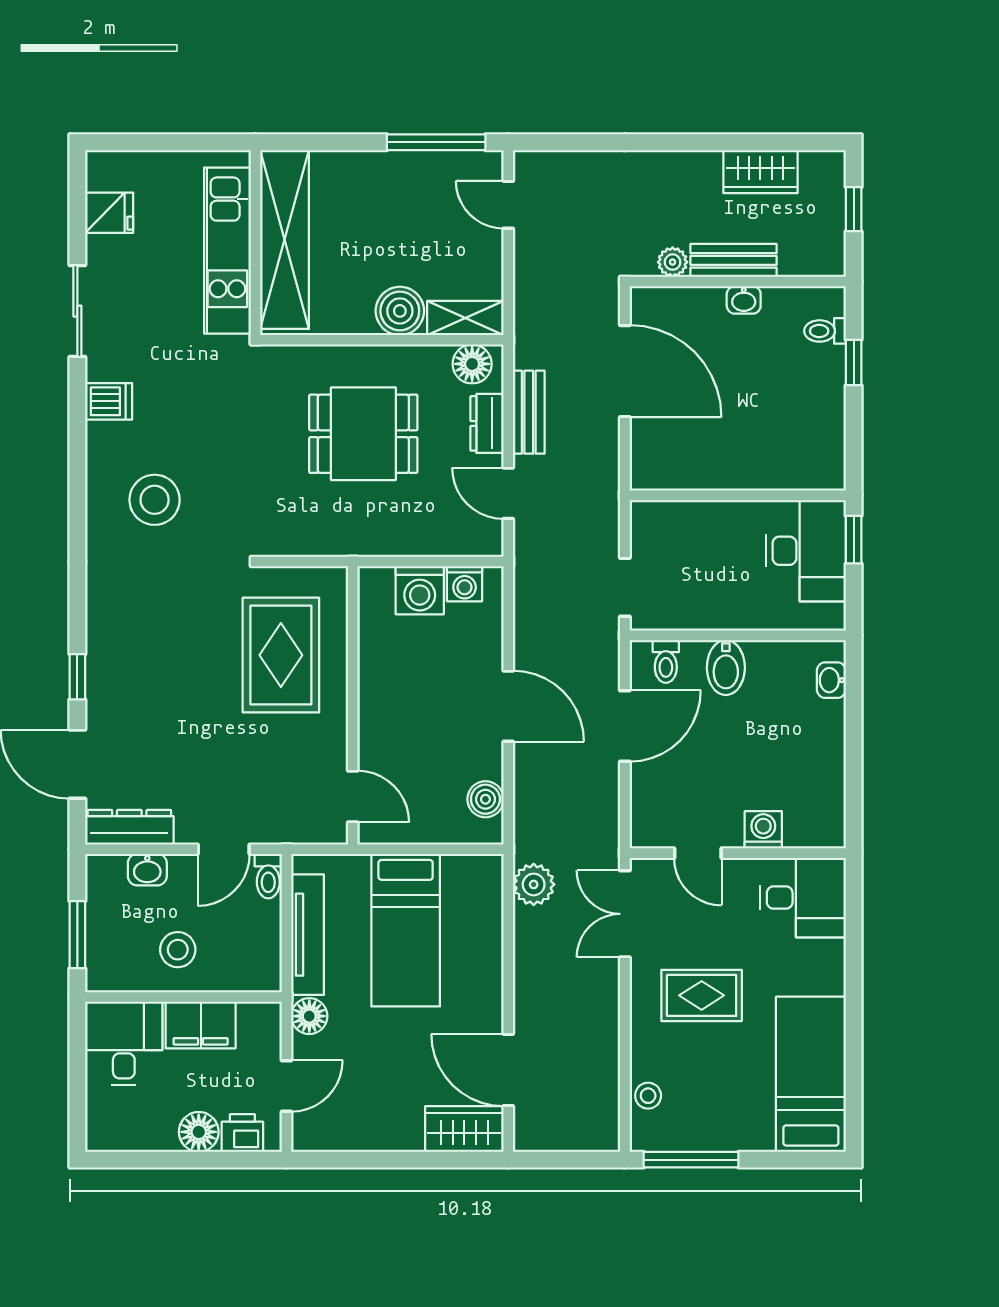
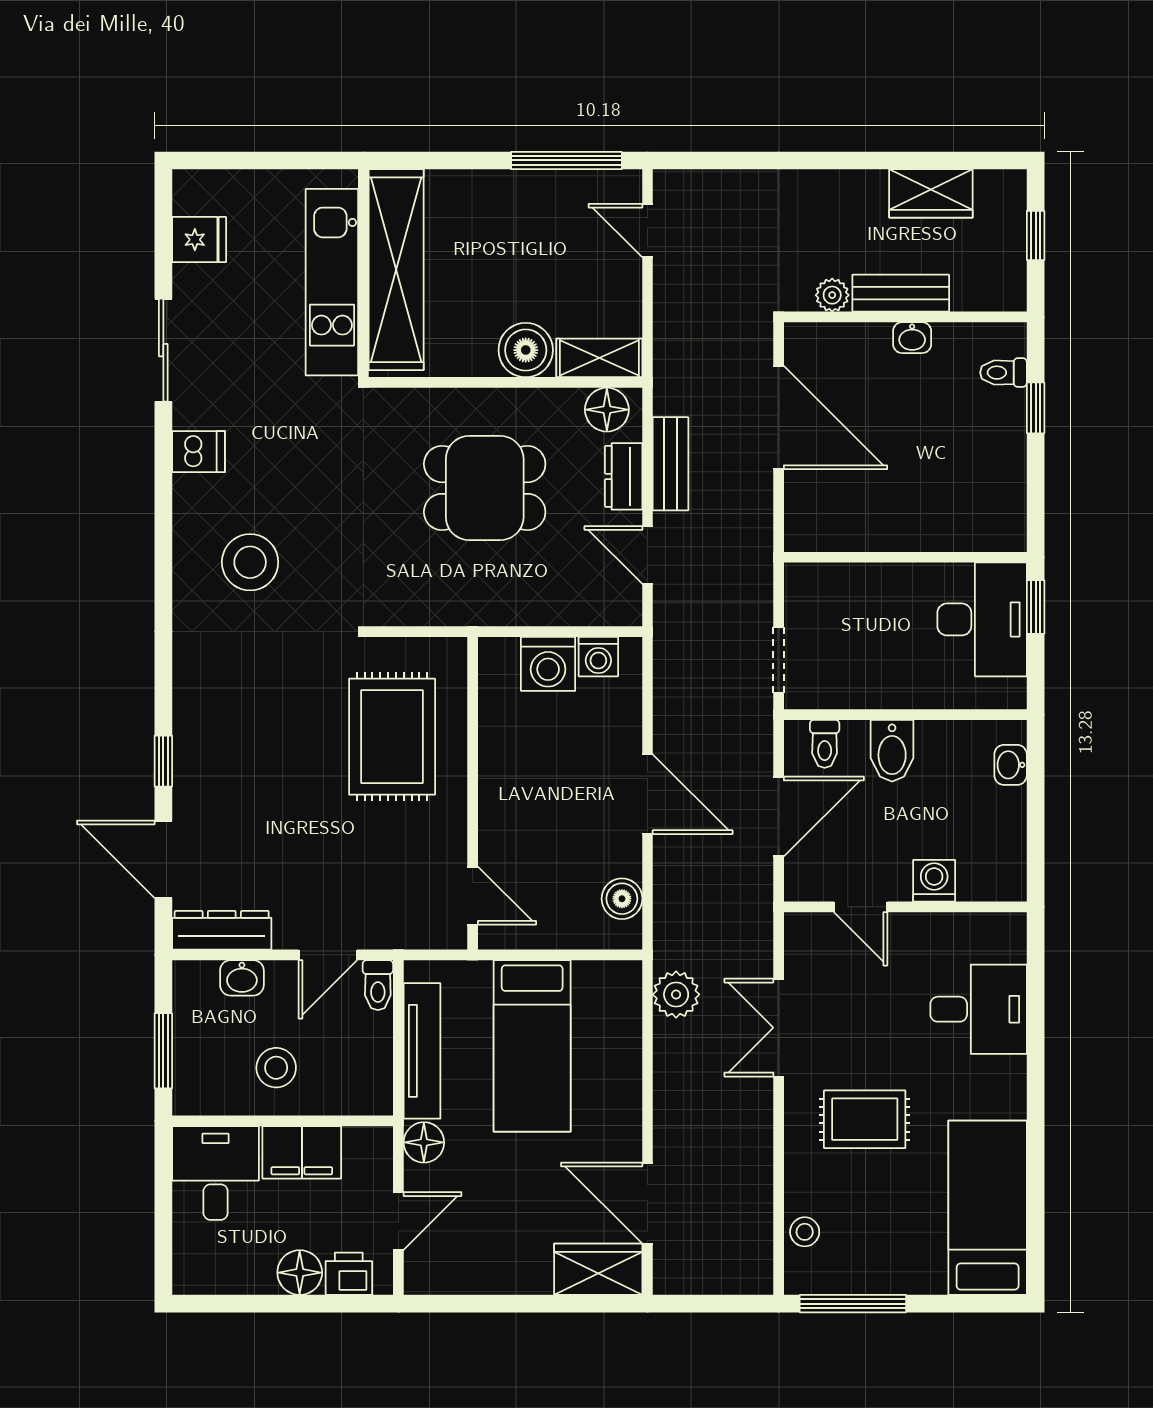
washing machine: (763, 830) -> (934, 881), moved
door: (698, 853) -> (861, 907), moved
wall: (738, 853) -> (905, 907), moved

